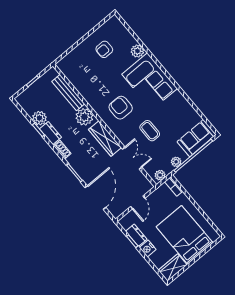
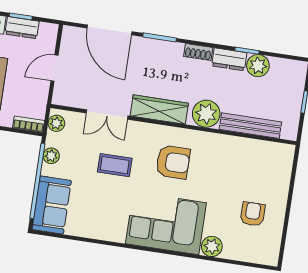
door: (138, 202) -> (54, 68), hinge flipped

